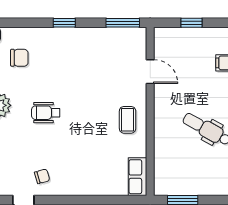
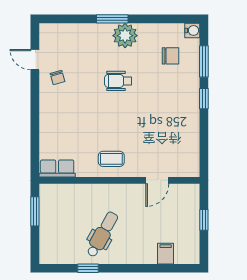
window: (123, 23) -> (204, 61), moved
chair: (19, 58) -> (170, 56), turned -90
wheelchair: (46, 113) -> (118, 81), turned -90

